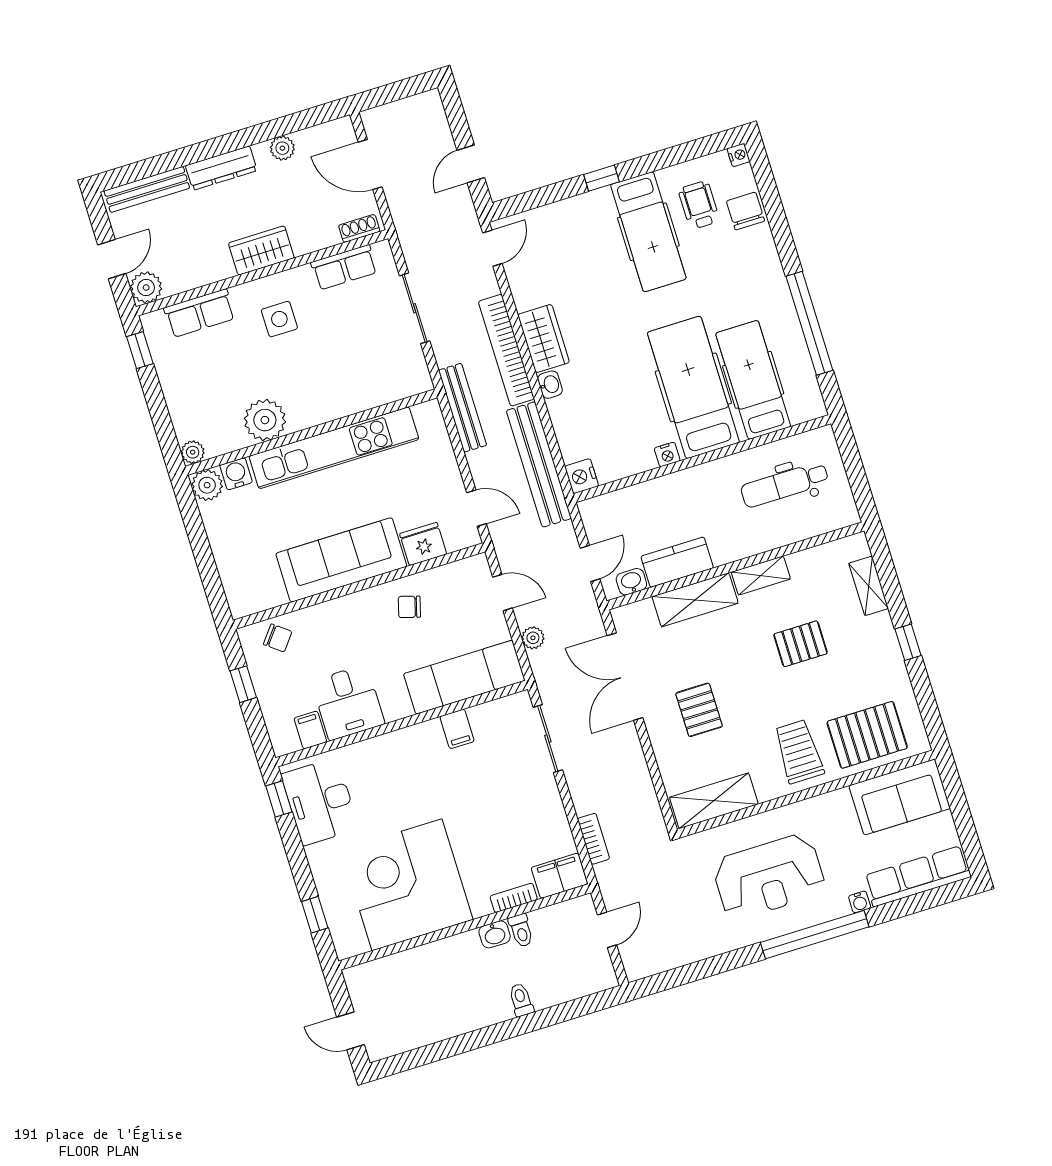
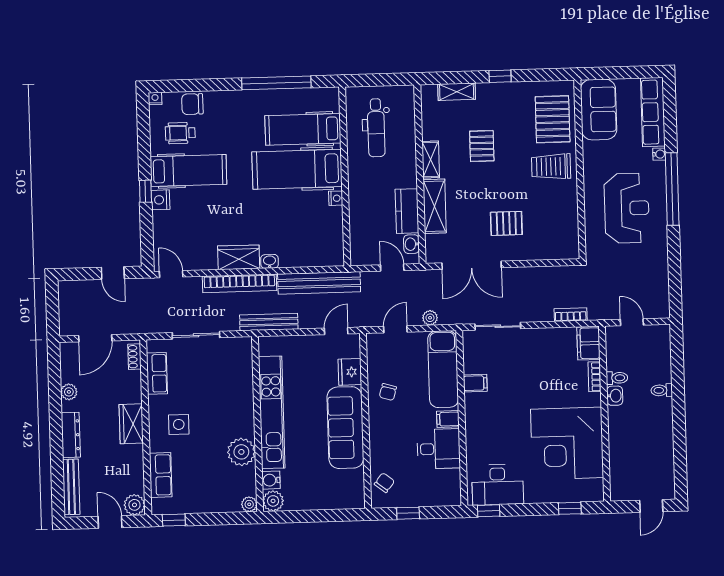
nightstand: (582, 476) -> (161, 200), moved, turned 90
filing cabinet: (310, 730) -> (448, 419), moved
shelving: (714, 801) -> (568, 230), removed

